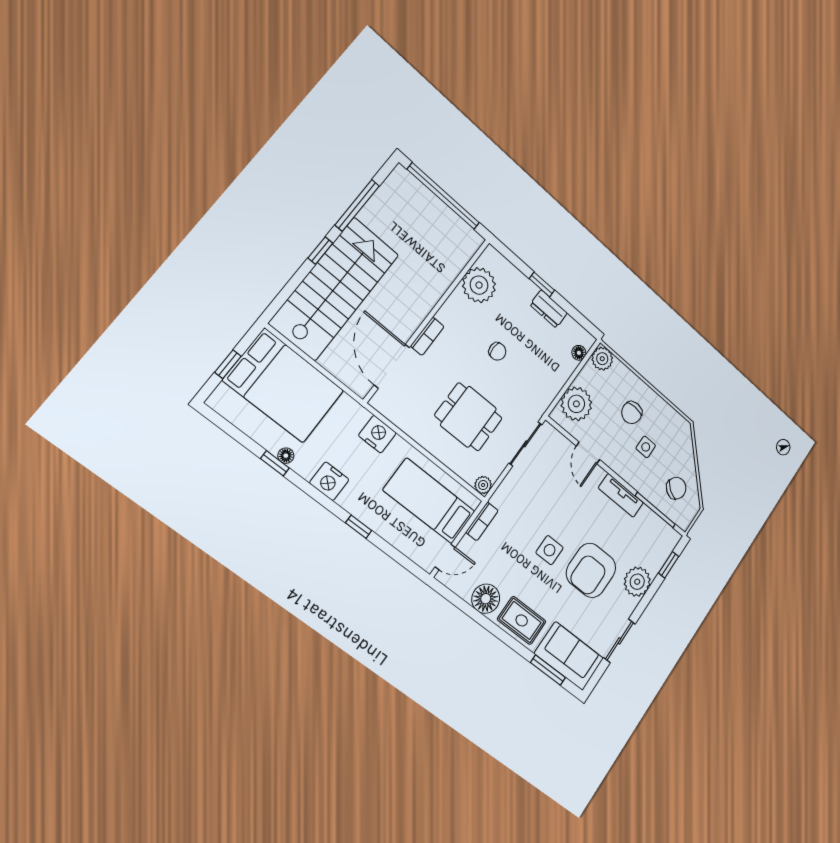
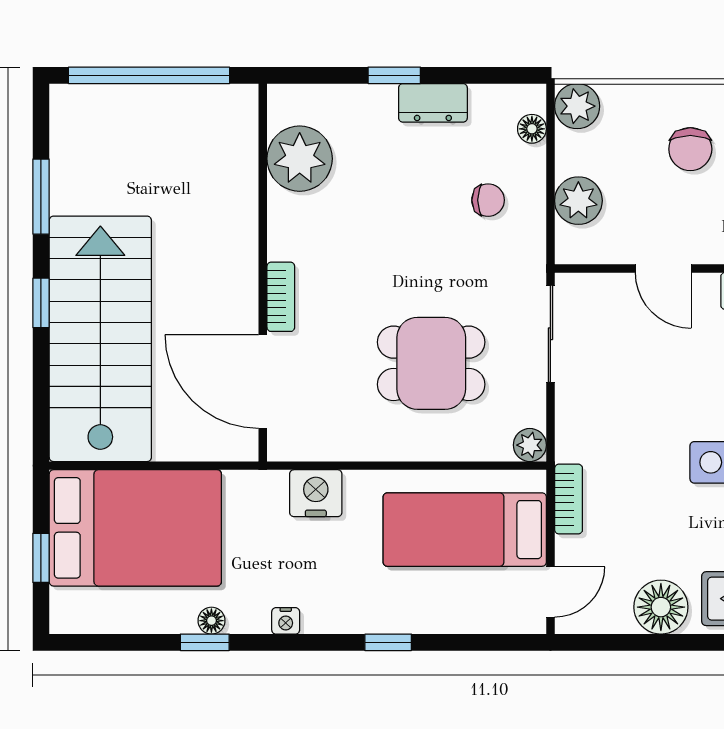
window: (357, 205) -> (41, 197), width x0.69
chair: (497, 351) -> (488, 200), moved
plant: (576, 404) -> (578, 201), width x0.73, depth x0.73
nightstand: (329, 481) -> (286, 621), width x0.53, depth x0.56

